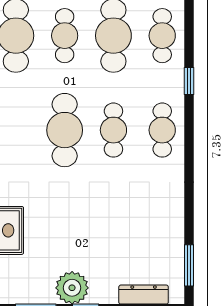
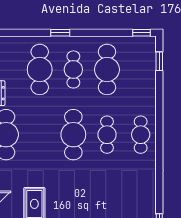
cafe table: (162, 36) -> (141, 69), removed
window: (189, 81) -> (159, 61), moved

